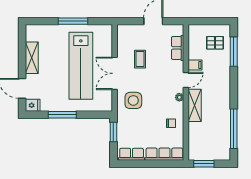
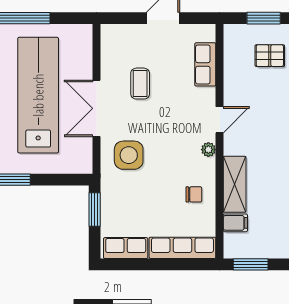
window: (211, 21) -> (264, 18), added
filing cabinet: (195, 65) -> (235, 223), moved
lab bench: (81, 66) -> (38, 95), turned 180
shelving: (195, 105) -> (235, 184), moved

